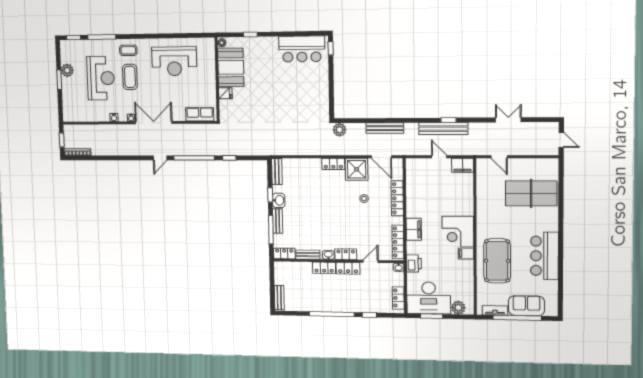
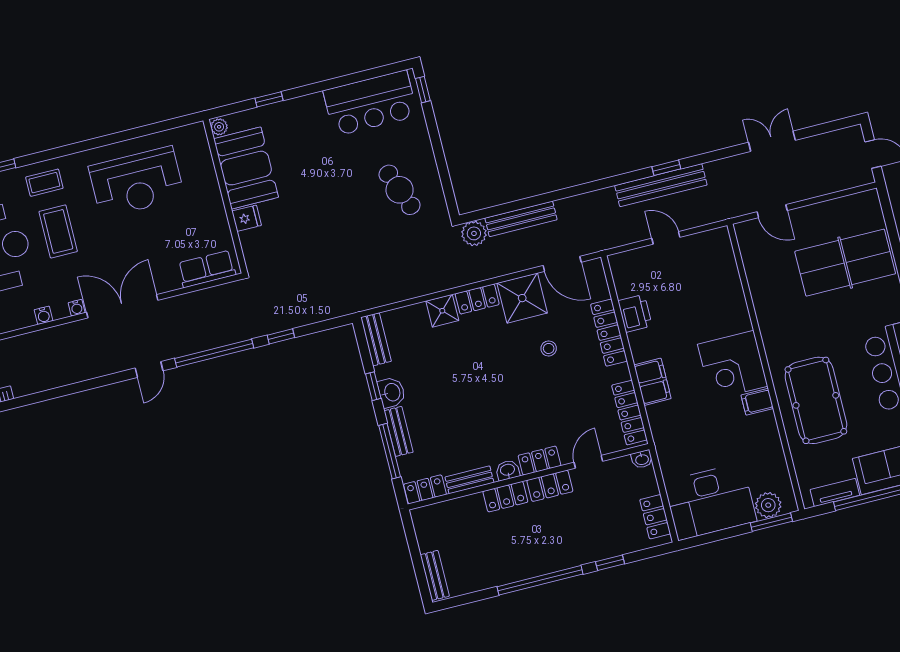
cafe table: (306, 98) -> (400, 190), added
bench: (385, 128) -> (521, 219), moved
shower: (314, 165) -> (442, 311), added
filing cabinet: (463, 165) -> (711, 243), removed
printer: (414, 263) -> (635, 313), moved
window: (432, 316) -> (771, 522), moved

